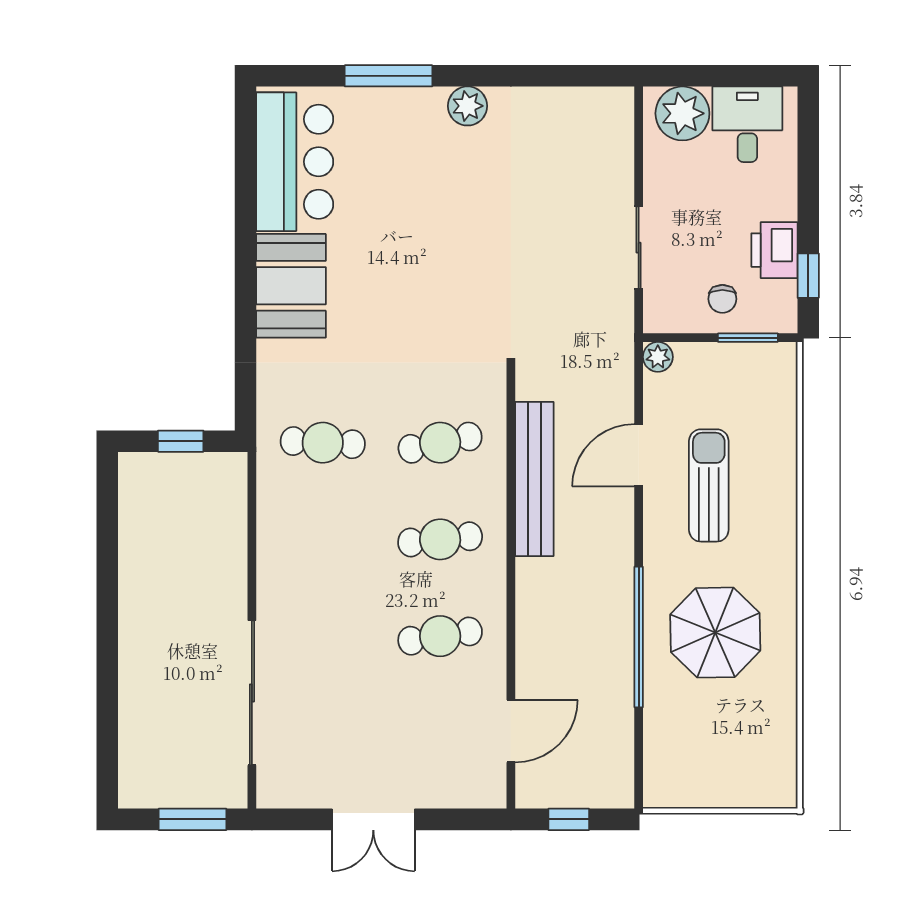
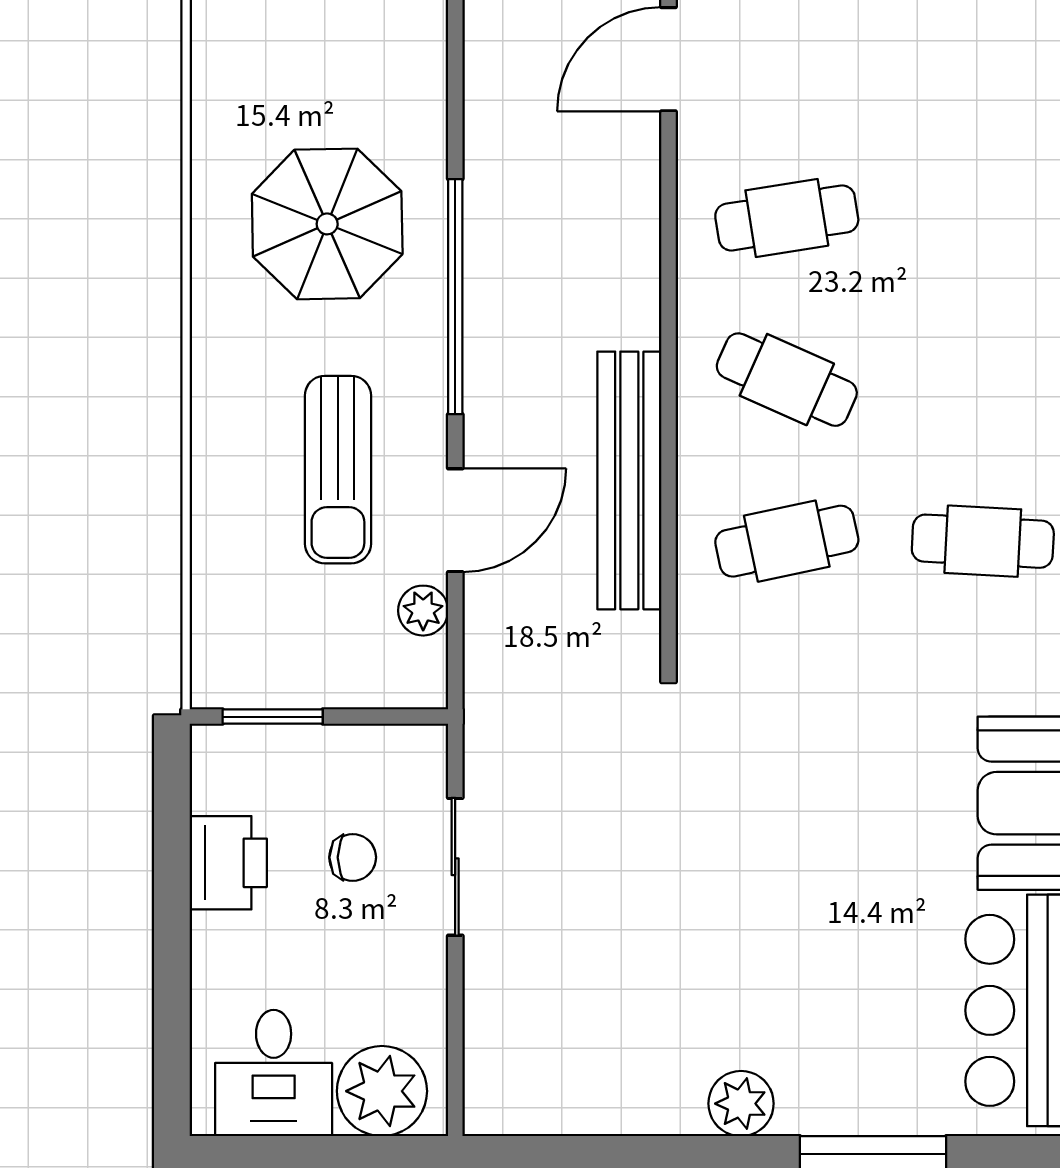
window: (808, 276) -> (172, 820), removed
chair: (722, 299) -> (353, 857), moved, turned 90
plant: (658, 357) -> (423, 611), moved
cafe table: (440, 539) -> (787, 380), turned 30
window: (639, 637) -> (455, 297), moved

